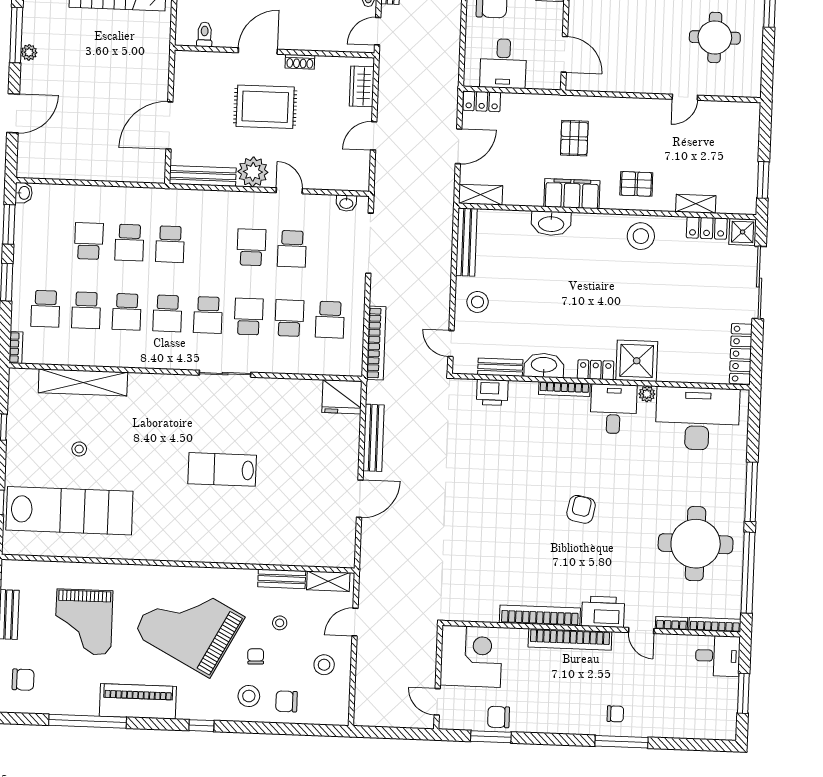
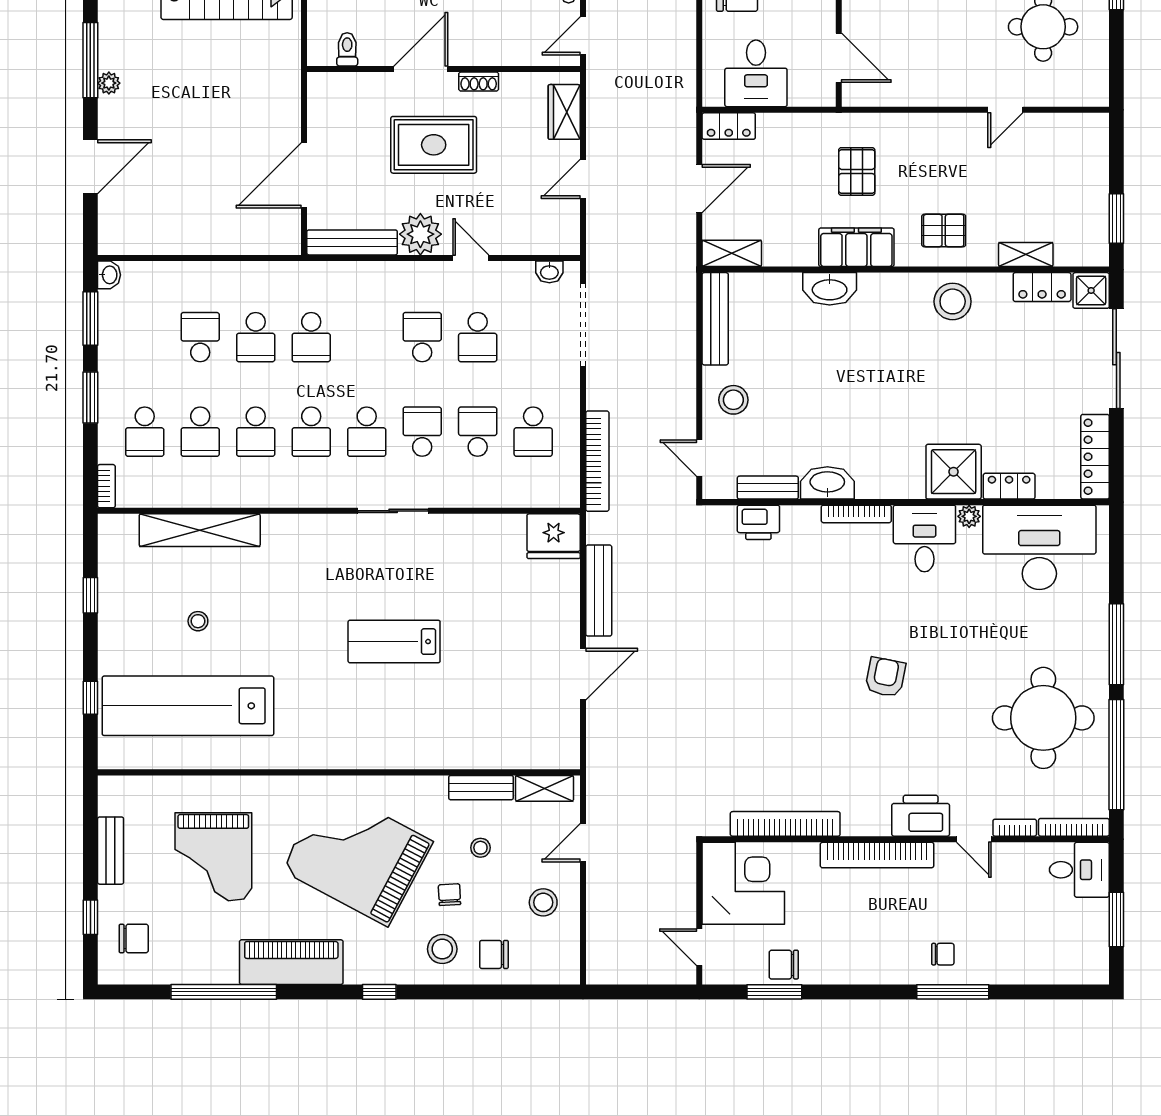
locker: (596, 370) -> (1009, 486), moved
lab bench: (69, 511) -> (188, 706), turned 180
bookcase: (540, 615) -> (785, 824), moved

